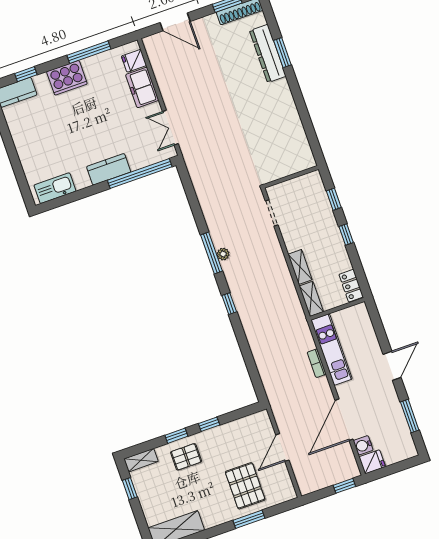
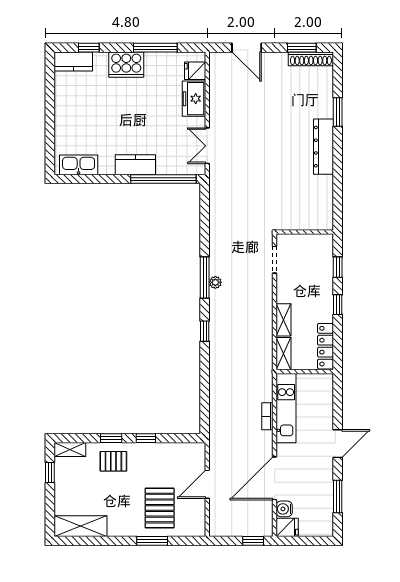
dresser: (268, 53) -> (324, 147), moved
locker: (351, 286) -> (326, 346), width x1.53

